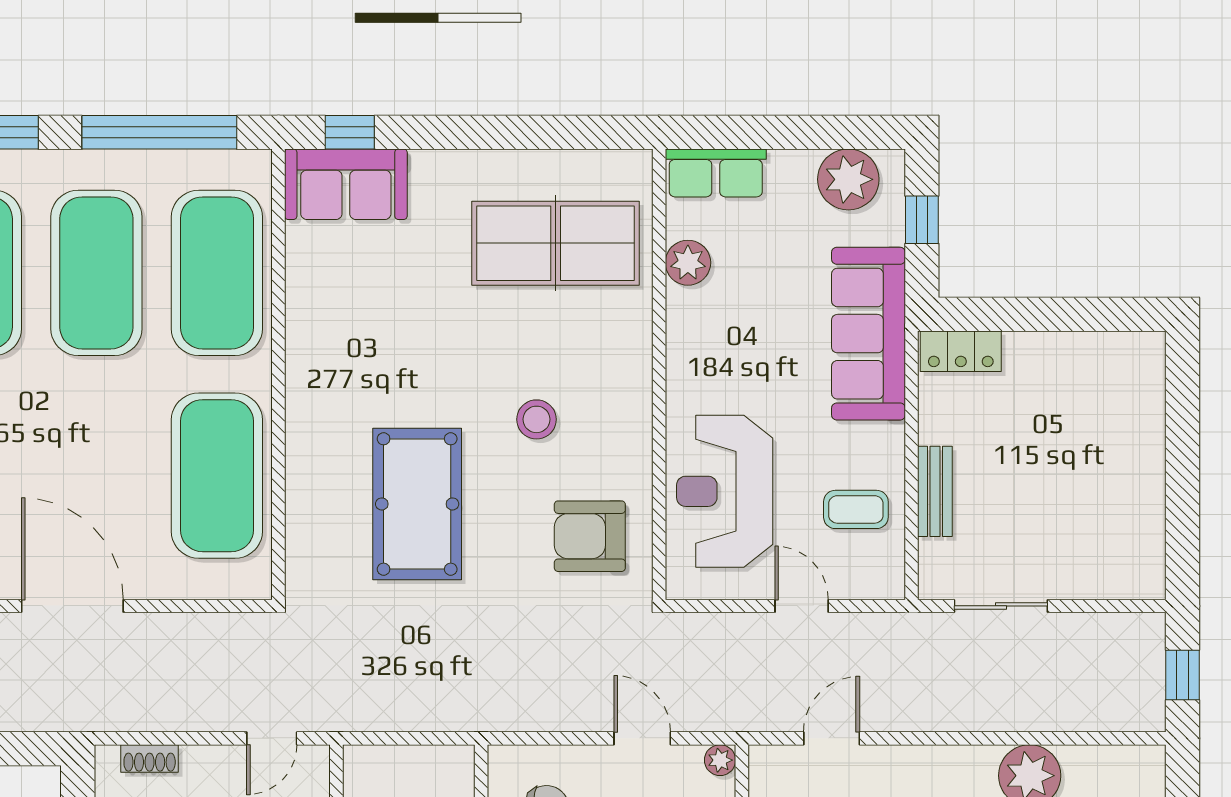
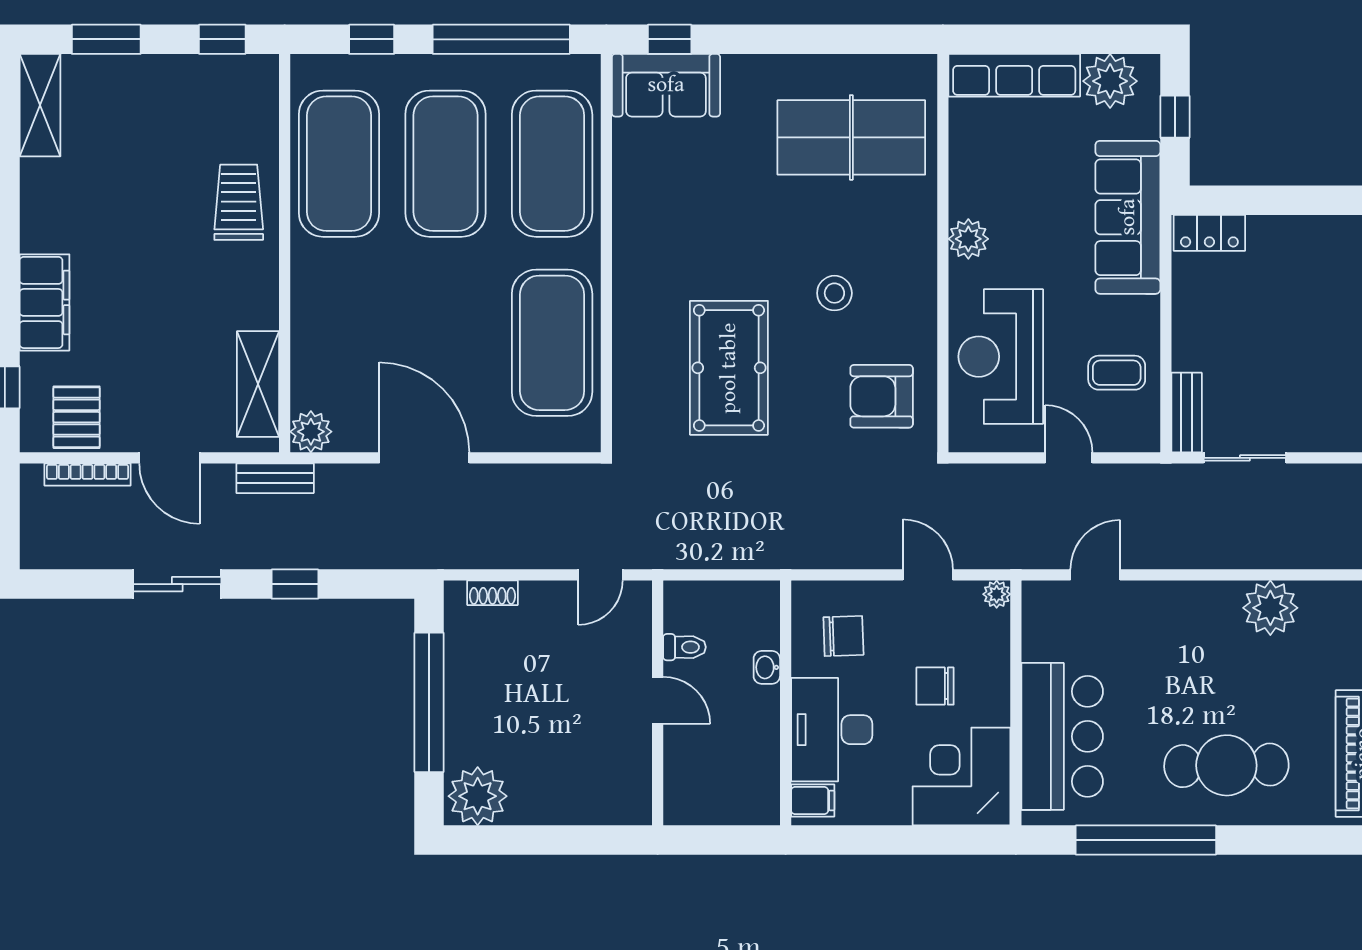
row of seats: (716, 173) -> (1014, 75), width x1.48
plant: (688, 263) -> (968, 239), moved
bench: (935, 491) -> (1187, 413), moved

